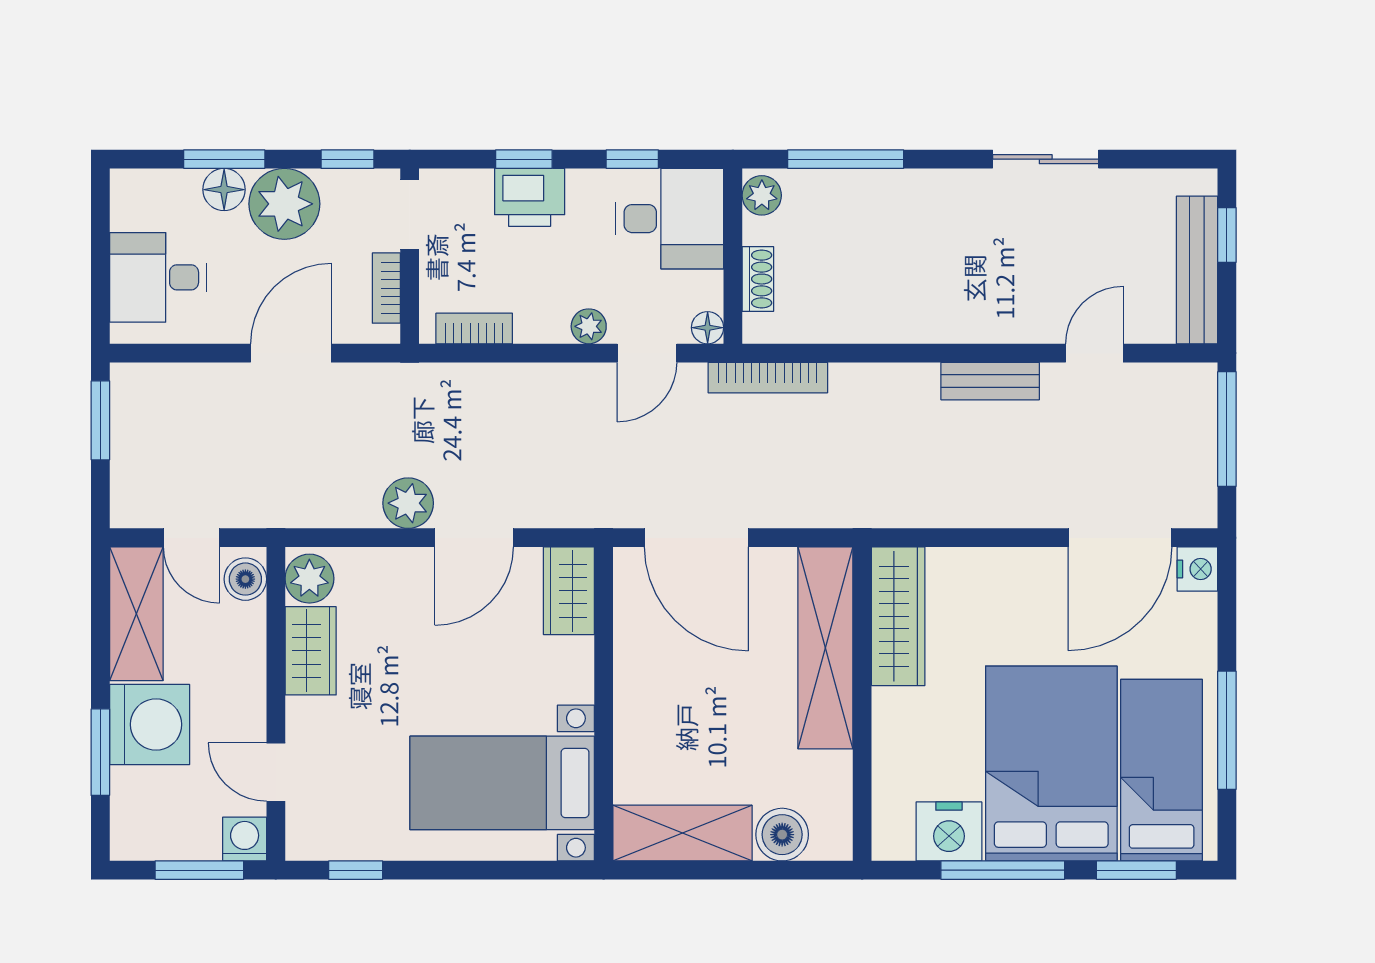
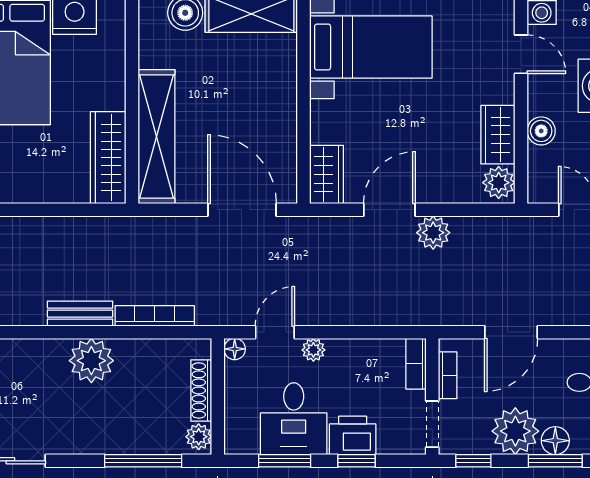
window: (632, 159) -> (285, 461), width x1.50
desk: (669, 219) -> (294, 419), moved, turned -90
shoe rack: (758, 279) -> (201, 390), width x1.43
plant: (924, 310) -> (91, 361), added
bookcase: (474, 328) -> (416, 364), moved, turned 90
bookcase: (768, 378) -> (155, 316), moved
bench: (990, 381) -> (80, 314), moved
boiler: (245, 579) -> (541, 131), moved

